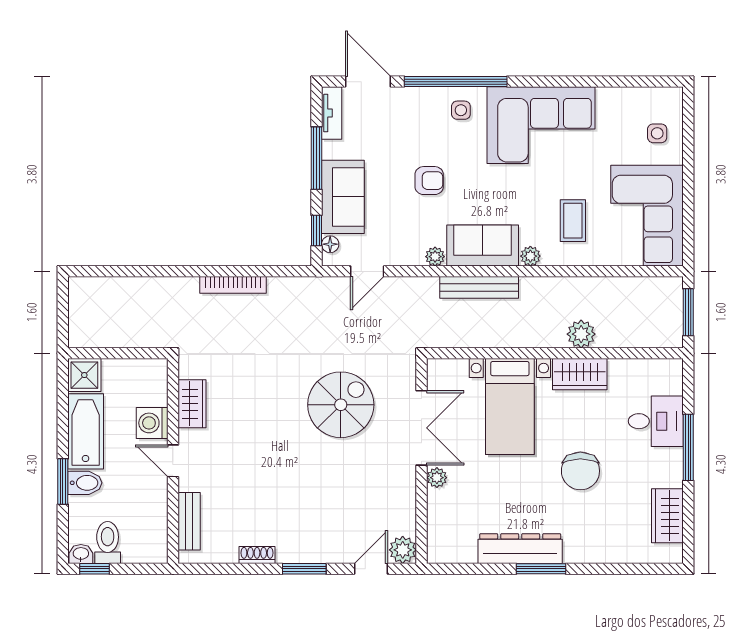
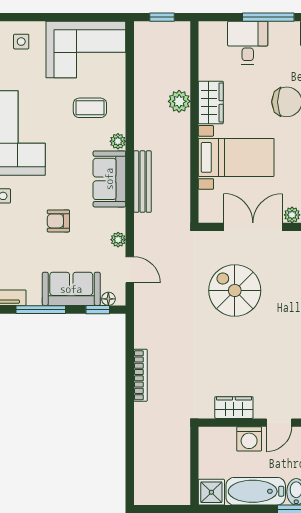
armchair: (429, 181) -> (58, 221), turned -90
plant: (435, 257) -> (118, 240), moved
window: (688, 312) -> (162, 17), width x0.67

